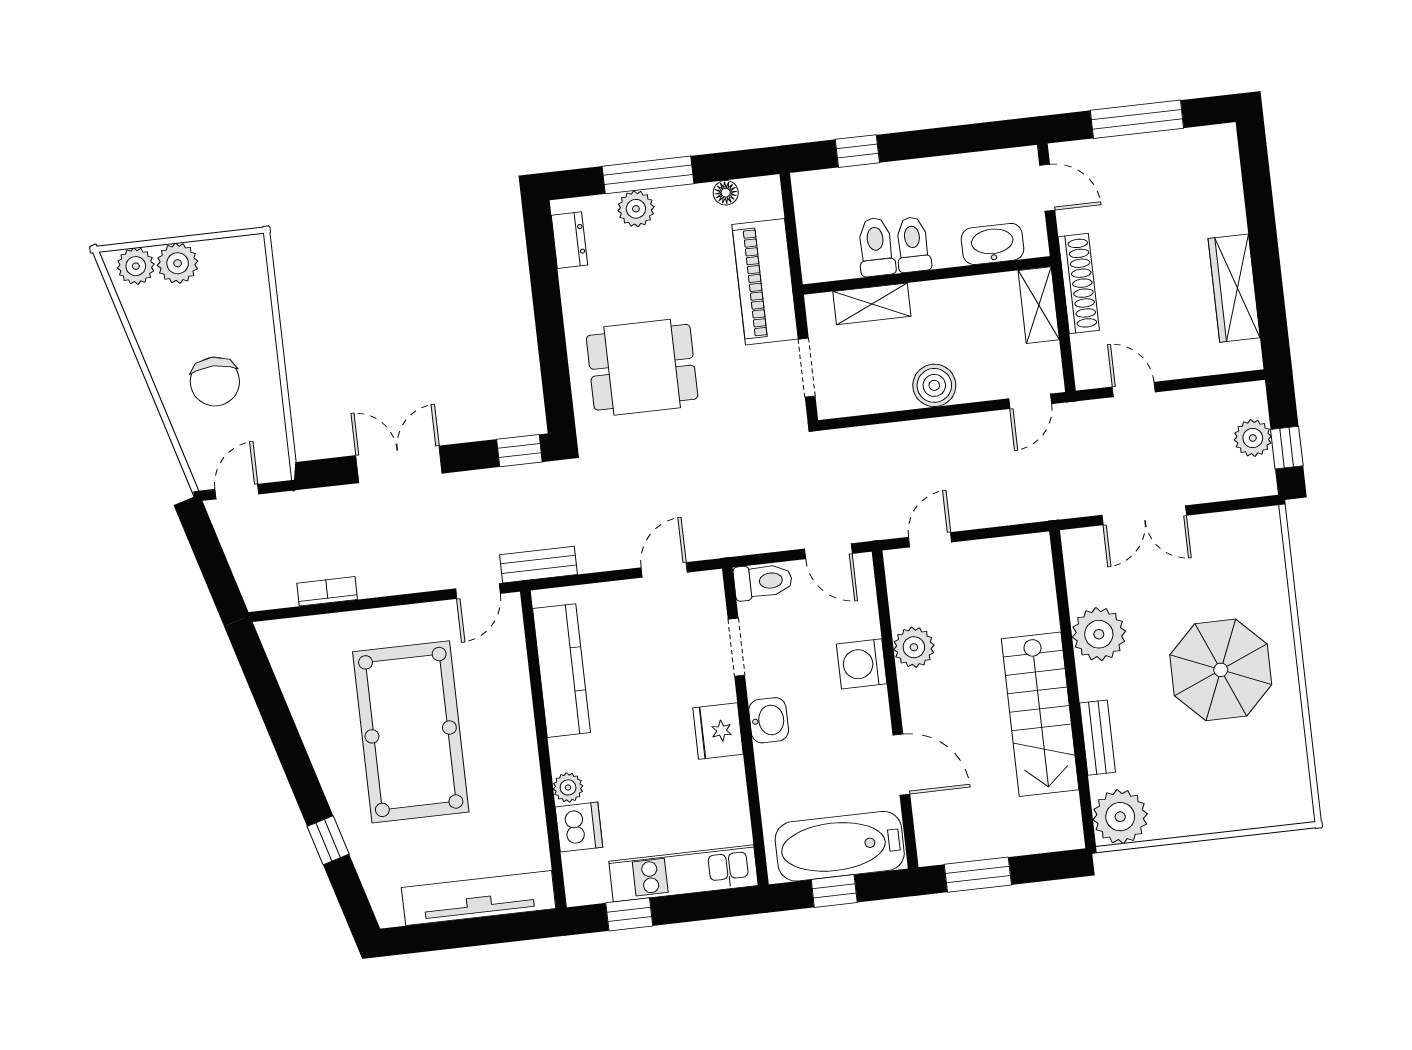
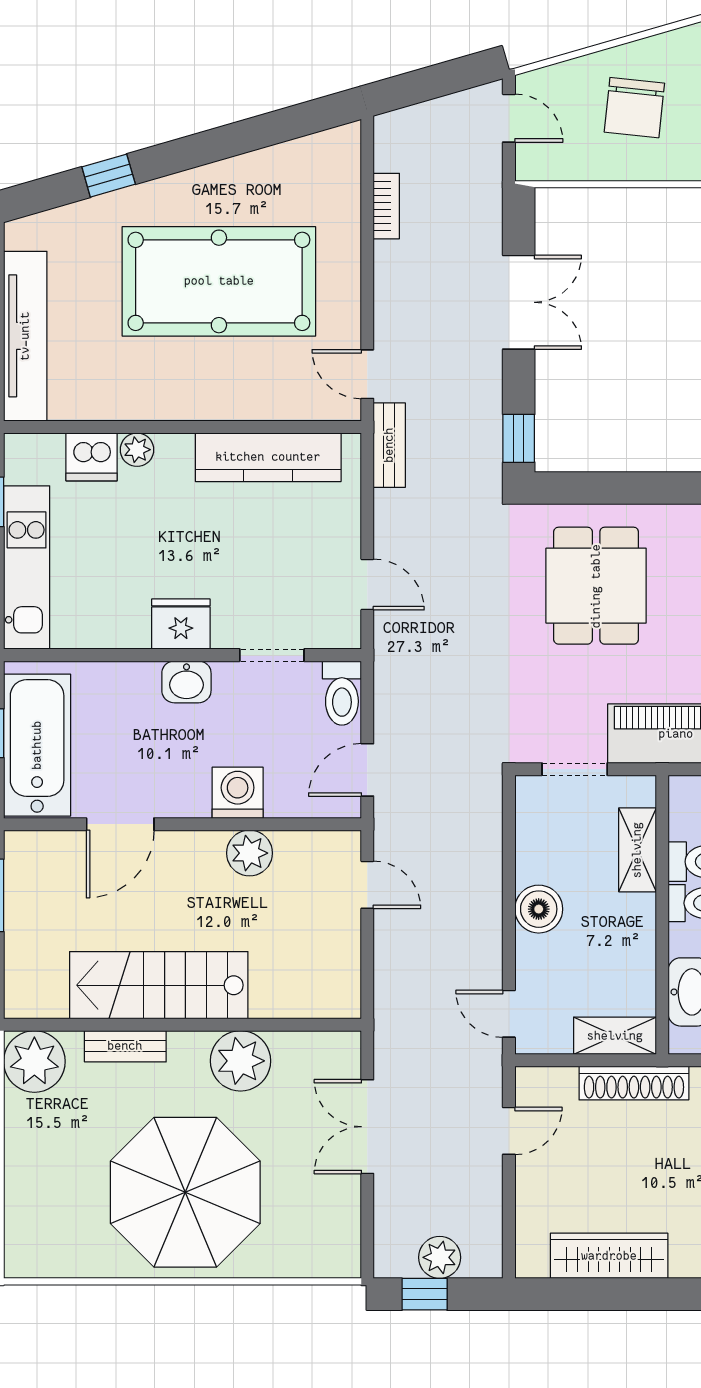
chair: (215, 382) -> (634, 108), turned -84
parasol: (1221, 670) -> (185, 1192), width x1.36, depth x1.36

